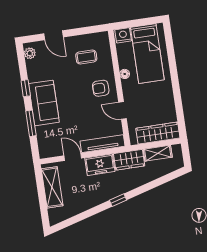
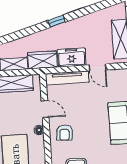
floor lamp: (125, 74) -> (39, 130), moved
armchair: (101, 88) -> (65, 133), turned 94

